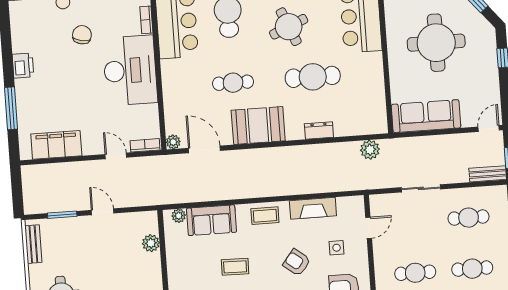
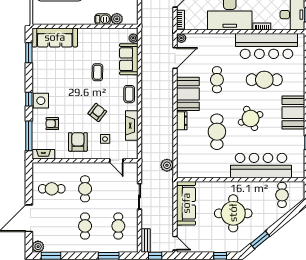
dresser: (319, 131) -> (182, 121), moved
barbecue: (153, 265) -> (103, 19), added

